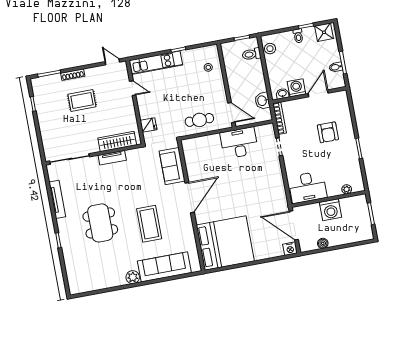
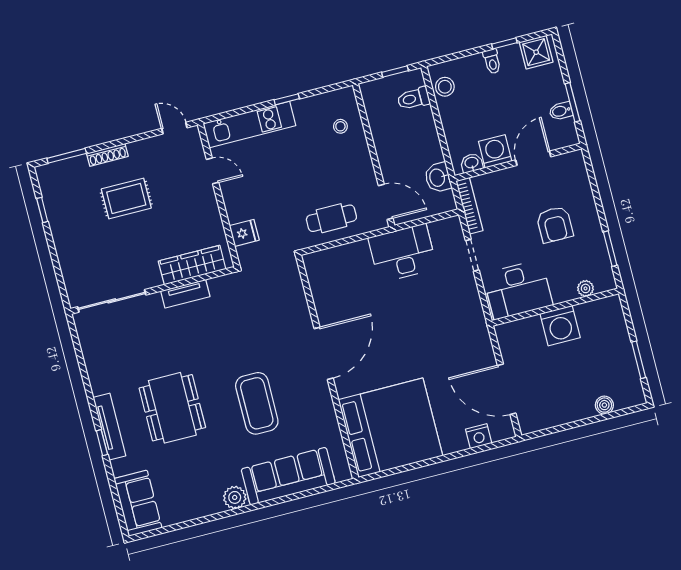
sofa: (172, 166) -> (138, 503), moved, turned 180
desk: (308, 187) -> (518, 289), moved
plant: (347, 189) -> (585, 288), moved
tv unit: (57, 199) -> (109, 427), moved
wall: (329, 199) -> (555, 307), moved
washing machine: (331, 210) -> (560, 326), moved
boiler: (323, 243) -> (604, 405), moved
nightstand: (290, 249) -> (479, 436), moved

